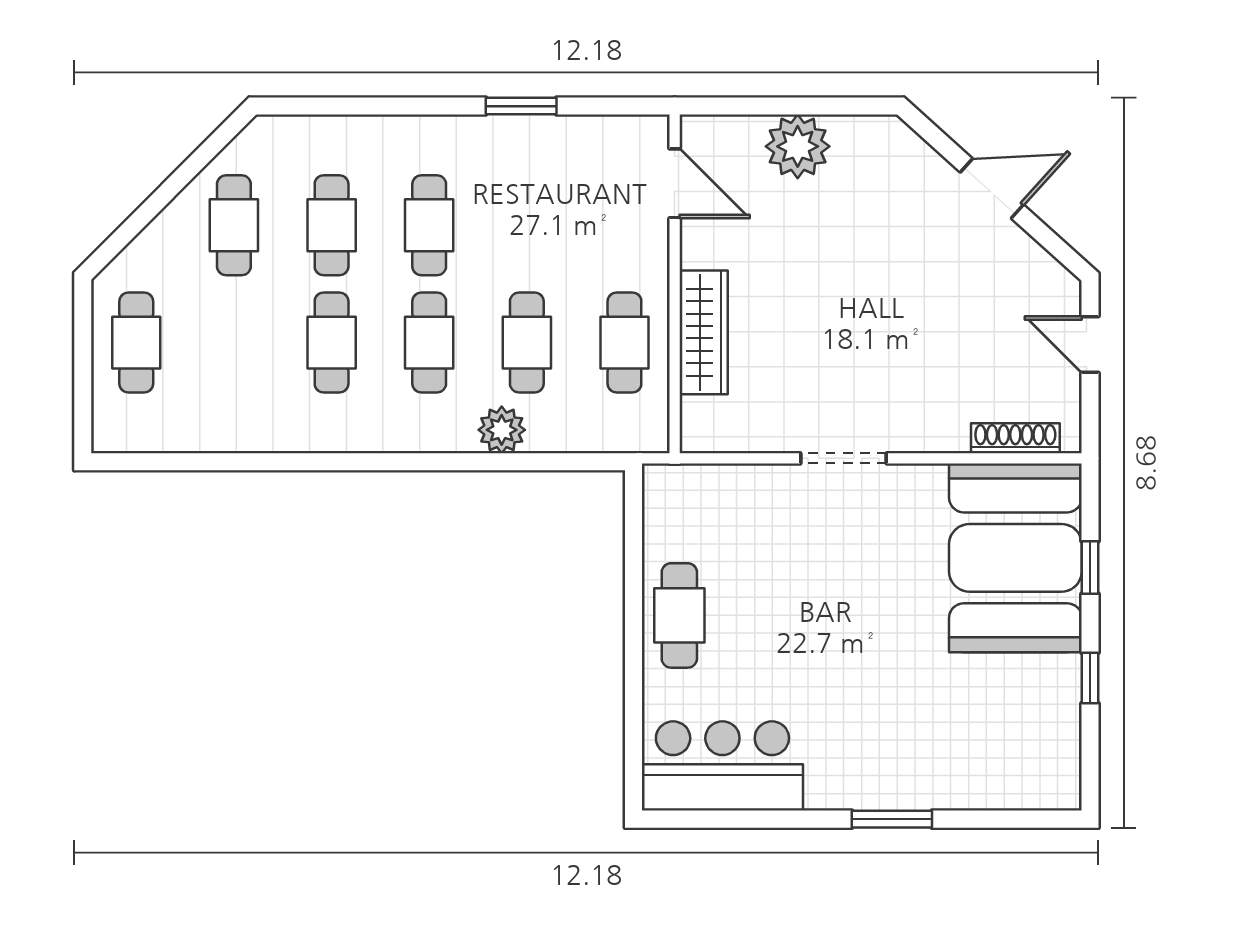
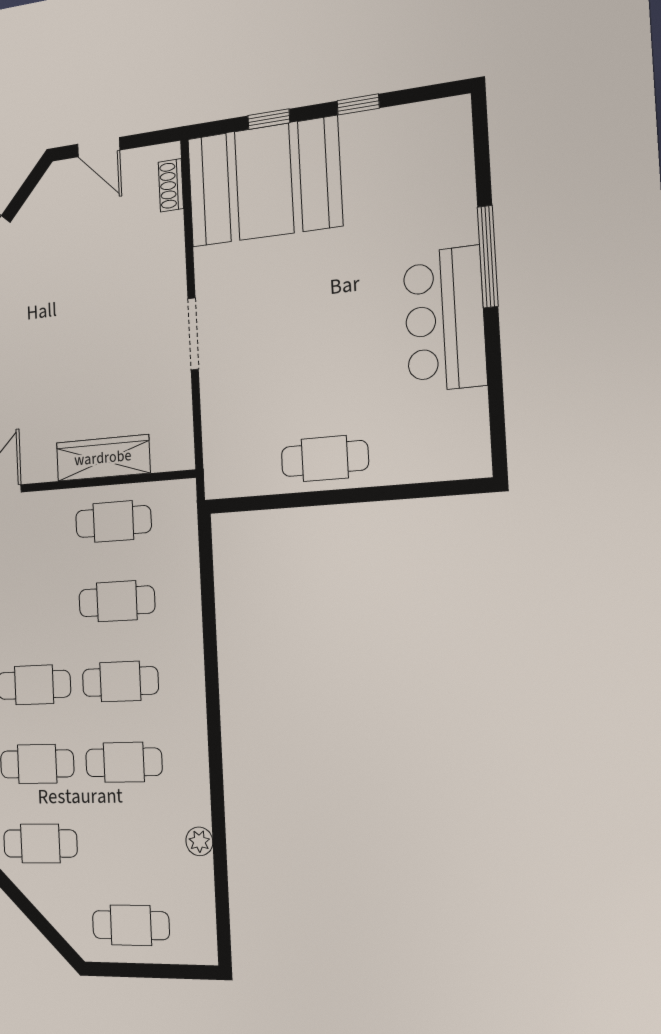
door: (1090, 344) -> (99, 147), hinge flipped
plant: (502, 430) -> (199, 841), moved, width x0.73, depth x0.73
shoe rack: (1015, 438) -> (171, 185), width x0.70
bar counter: (722, 766) -> (445, 319), moved
window: (892, 819) -> (488, 257), width x1.44

